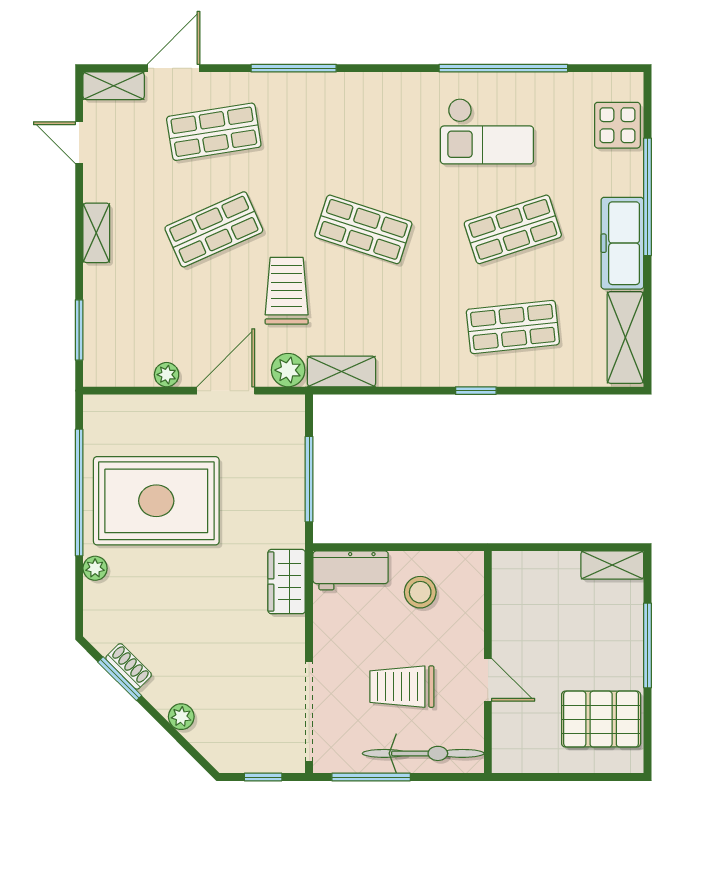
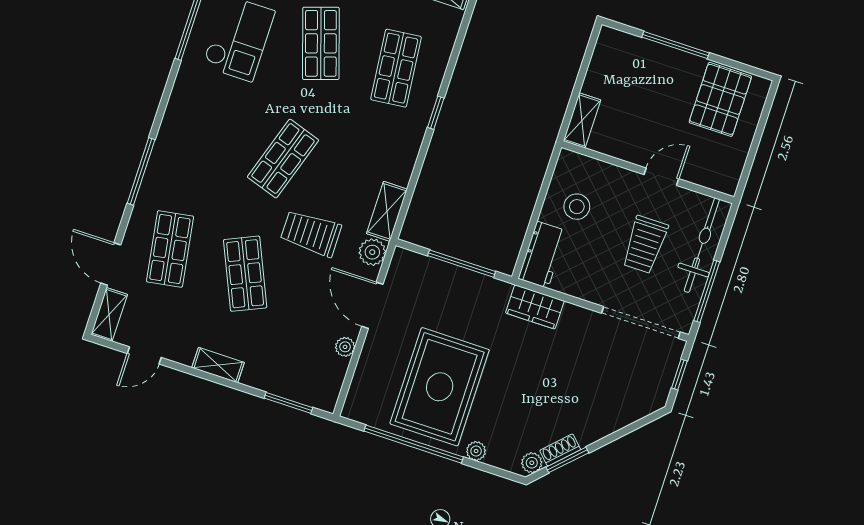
shelving: (612, 565) -> (582, 120), moved
plant: (181, 717) -> (532, 463), moved

